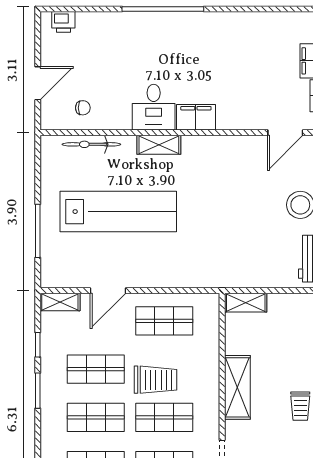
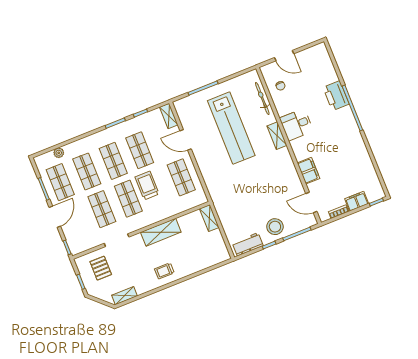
printer: (63, 22) -> (336, 96), moved, width x1.87, depth x1.48
filing cabinet: (196, 117) -> (308, 171), moved
trolley: (155, 380) -> (147, 185), turned 180

